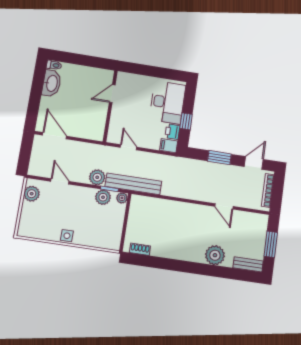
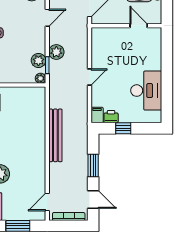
door: (112, 94) -> (139, 26), moved
desk: (167, 102) -> (146, 91), moved, turned -90
wall: (110, 106) -> (126, 26), moved
bench: (133, 184) -> (55, 135), moved
door: (224, 206) -> (47, 202), moved

